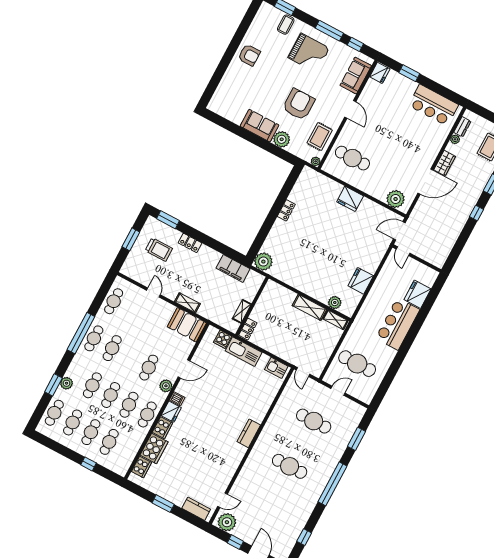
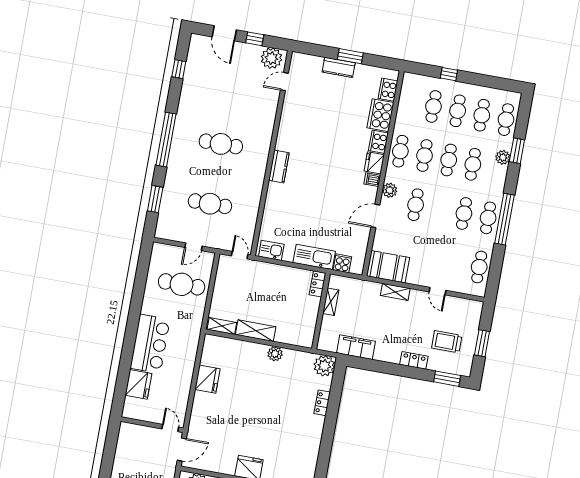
locker: (286, 210) -> (322, 403), moved
plant: (335, 302) -> (275, 354), moved
kitchen counter: (196, 509) -> (339, 67), moved

